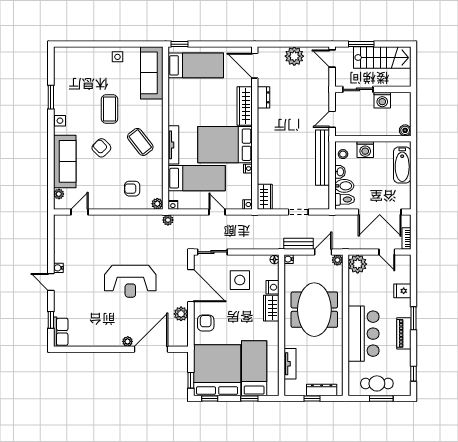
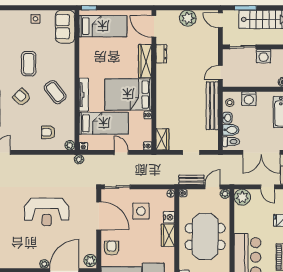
sofa: (152, 73) -> (65, 27), width x0.73
plant: (181, 314) -> (90, 261), moved

